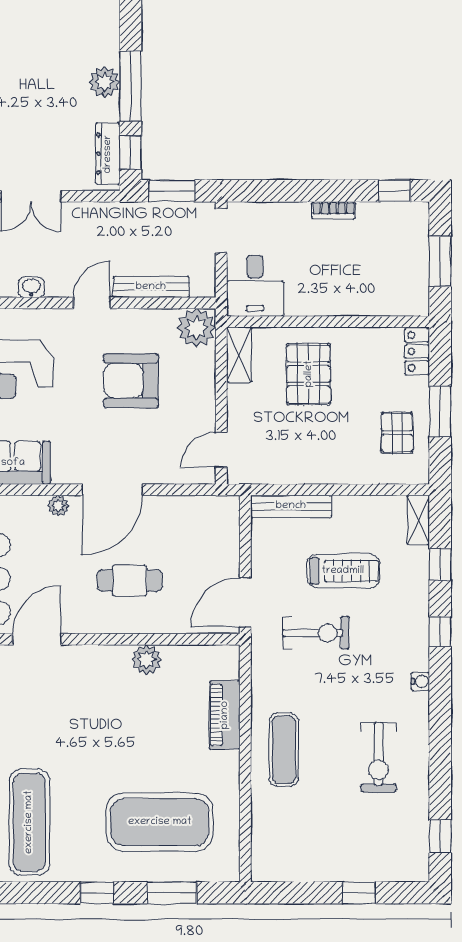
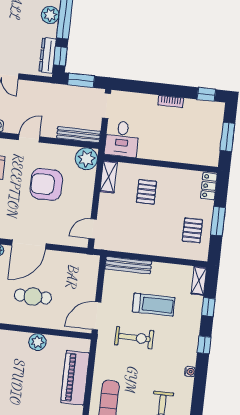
bench: (151, 287) -> (79, 135), moved
pallet: (309, 374) -> (146, 192), width x0.67, depth x0.71
piano: (225, 715) -> (75, 378), width x1.37, depth x1.33

